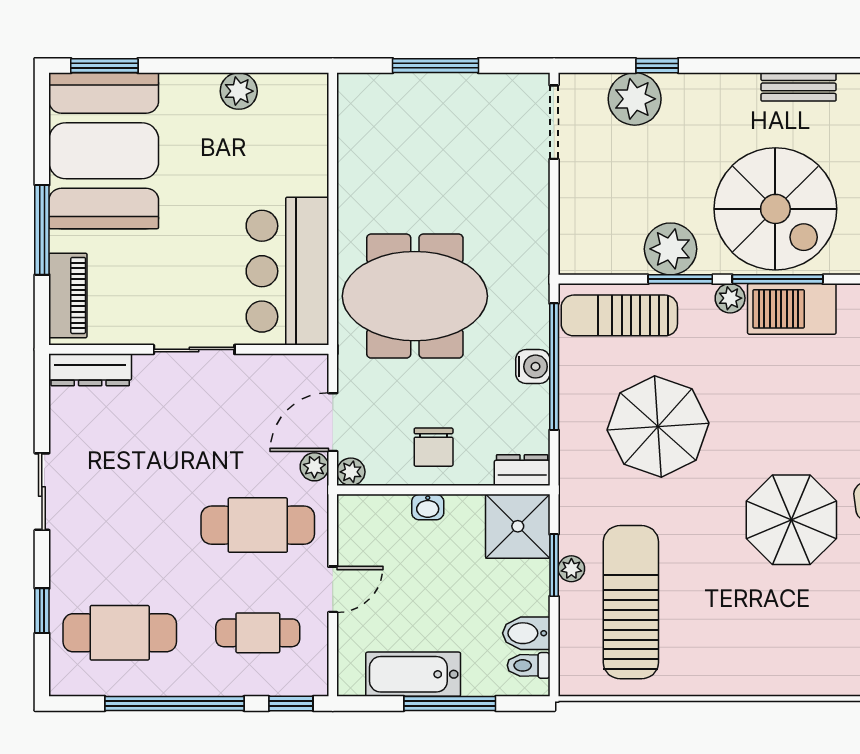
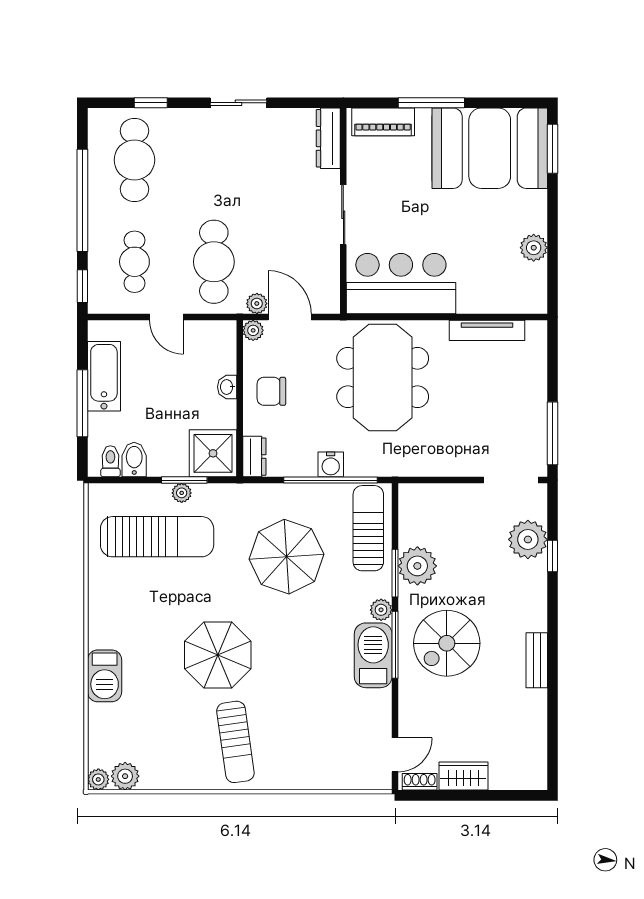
window: (435, 66) -> (552, 433), moved
tv unit: (351, 154) -> (487, 330), added
spiral stairs: (775, 209) -> (447, 643), width x0.73, depth x0.73
barbecue: (820, 673) -> (105, 676), added

